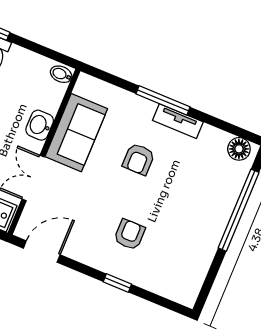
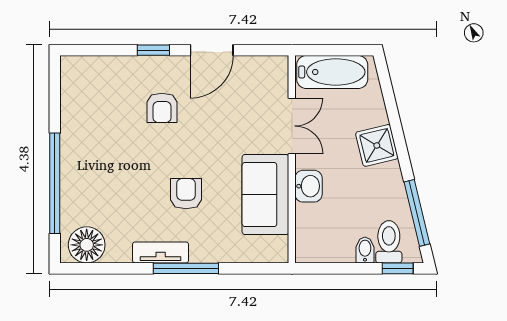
bidet: (61, 74) -> (365, 250), moved, turned -90
floor lamp: (239, 149) -> (87, 245), width x1.38, depth x1.38
door: (42, 252) -> (212, 50), moved

